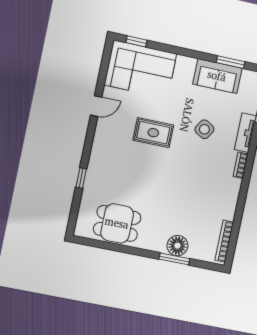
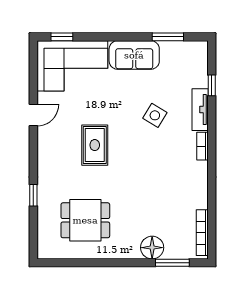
sofa: (217, 76) -> (134, 55), moved
rug: (153, 133) -> (95, 145), moved, turned 90
dining table: (117, 223) -> (85, 220), moved
window: (174, 259) -> (172, 263), moved

